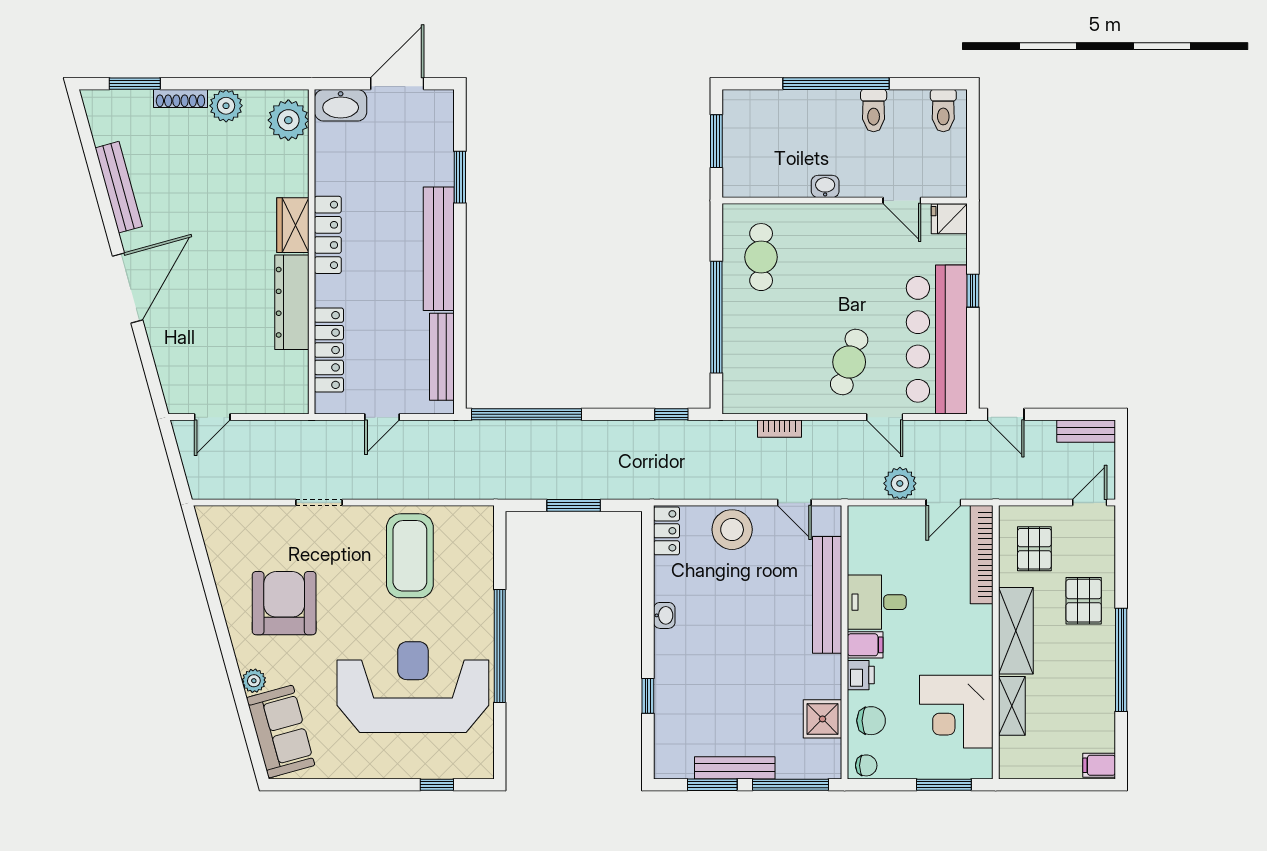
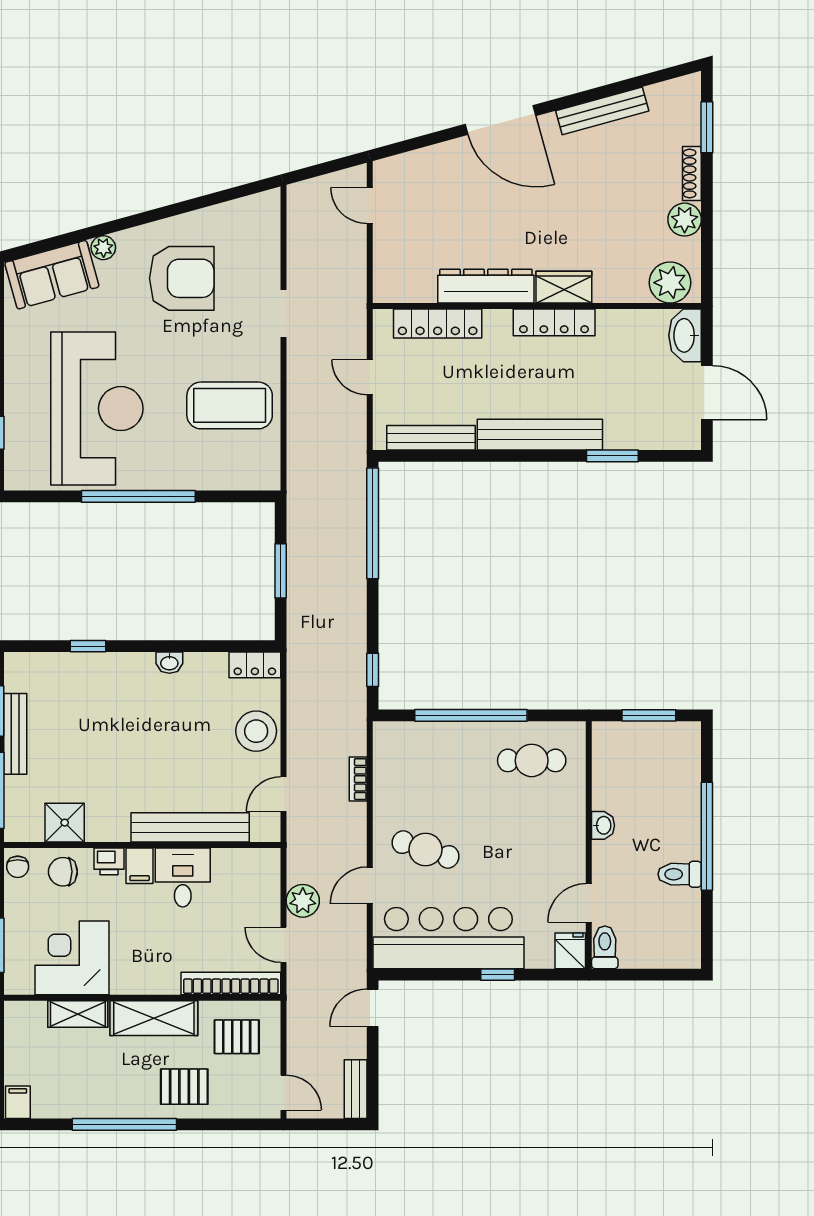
toilet: (943, 111) -> (605, 947), moved, turned 90
chair: (871, 721) -> (63, 872), turned 90

